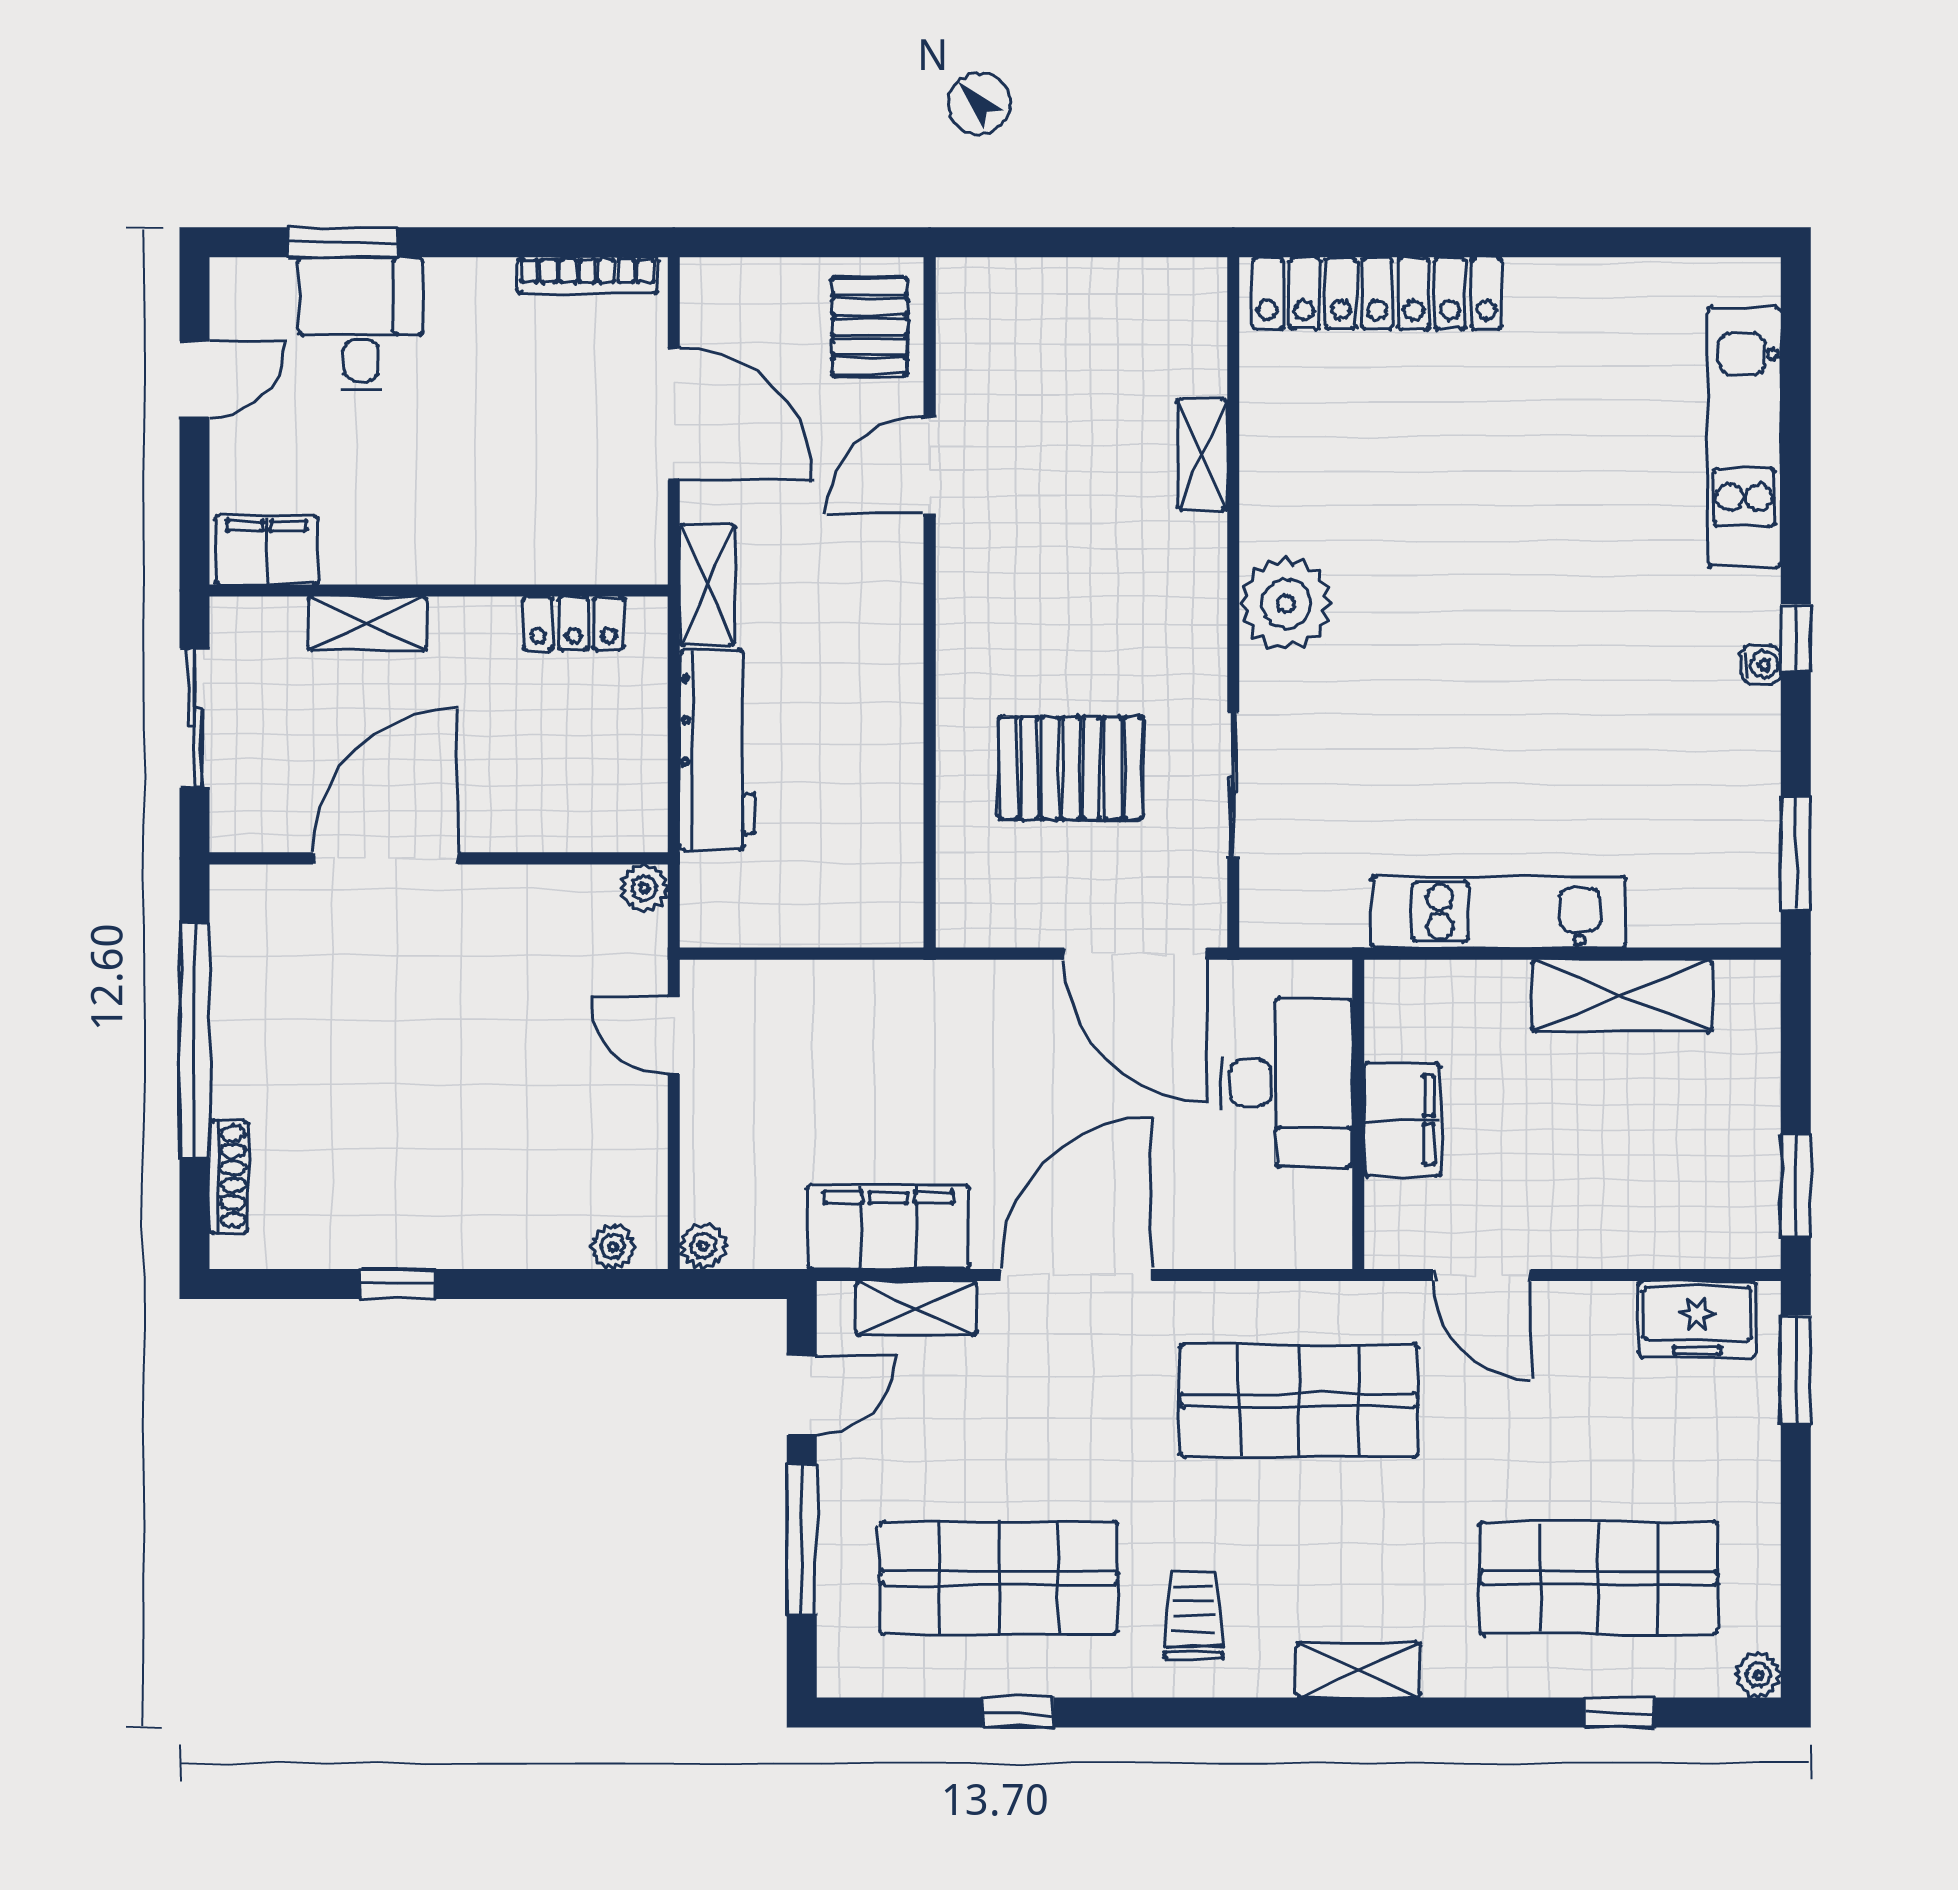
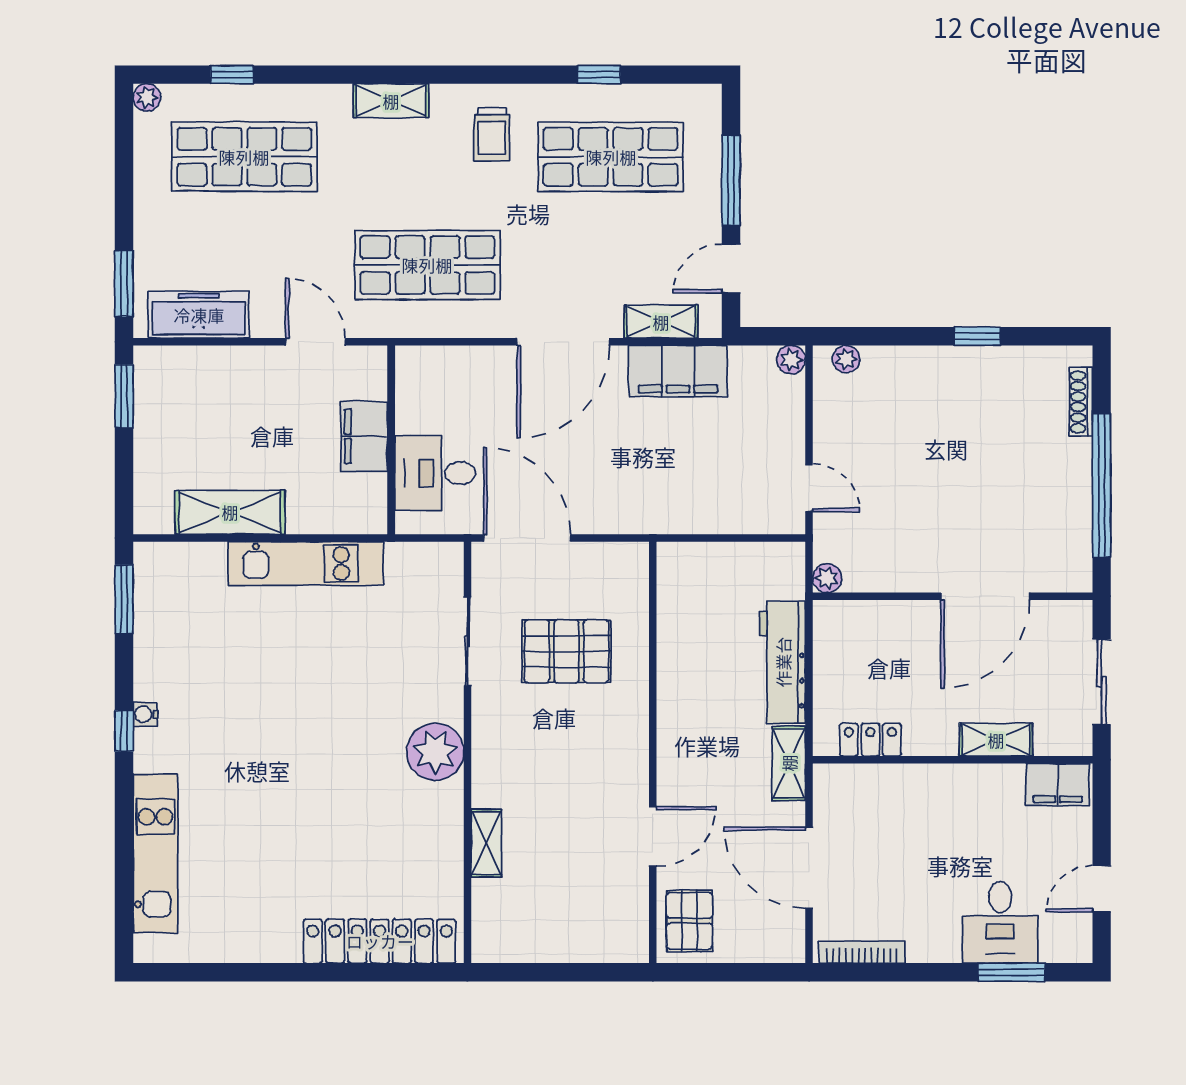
desk: (1286, 1083) -> (435, 473), width x0.73
freezer: (1697, 1319) -> (199, 315), width x1.40

